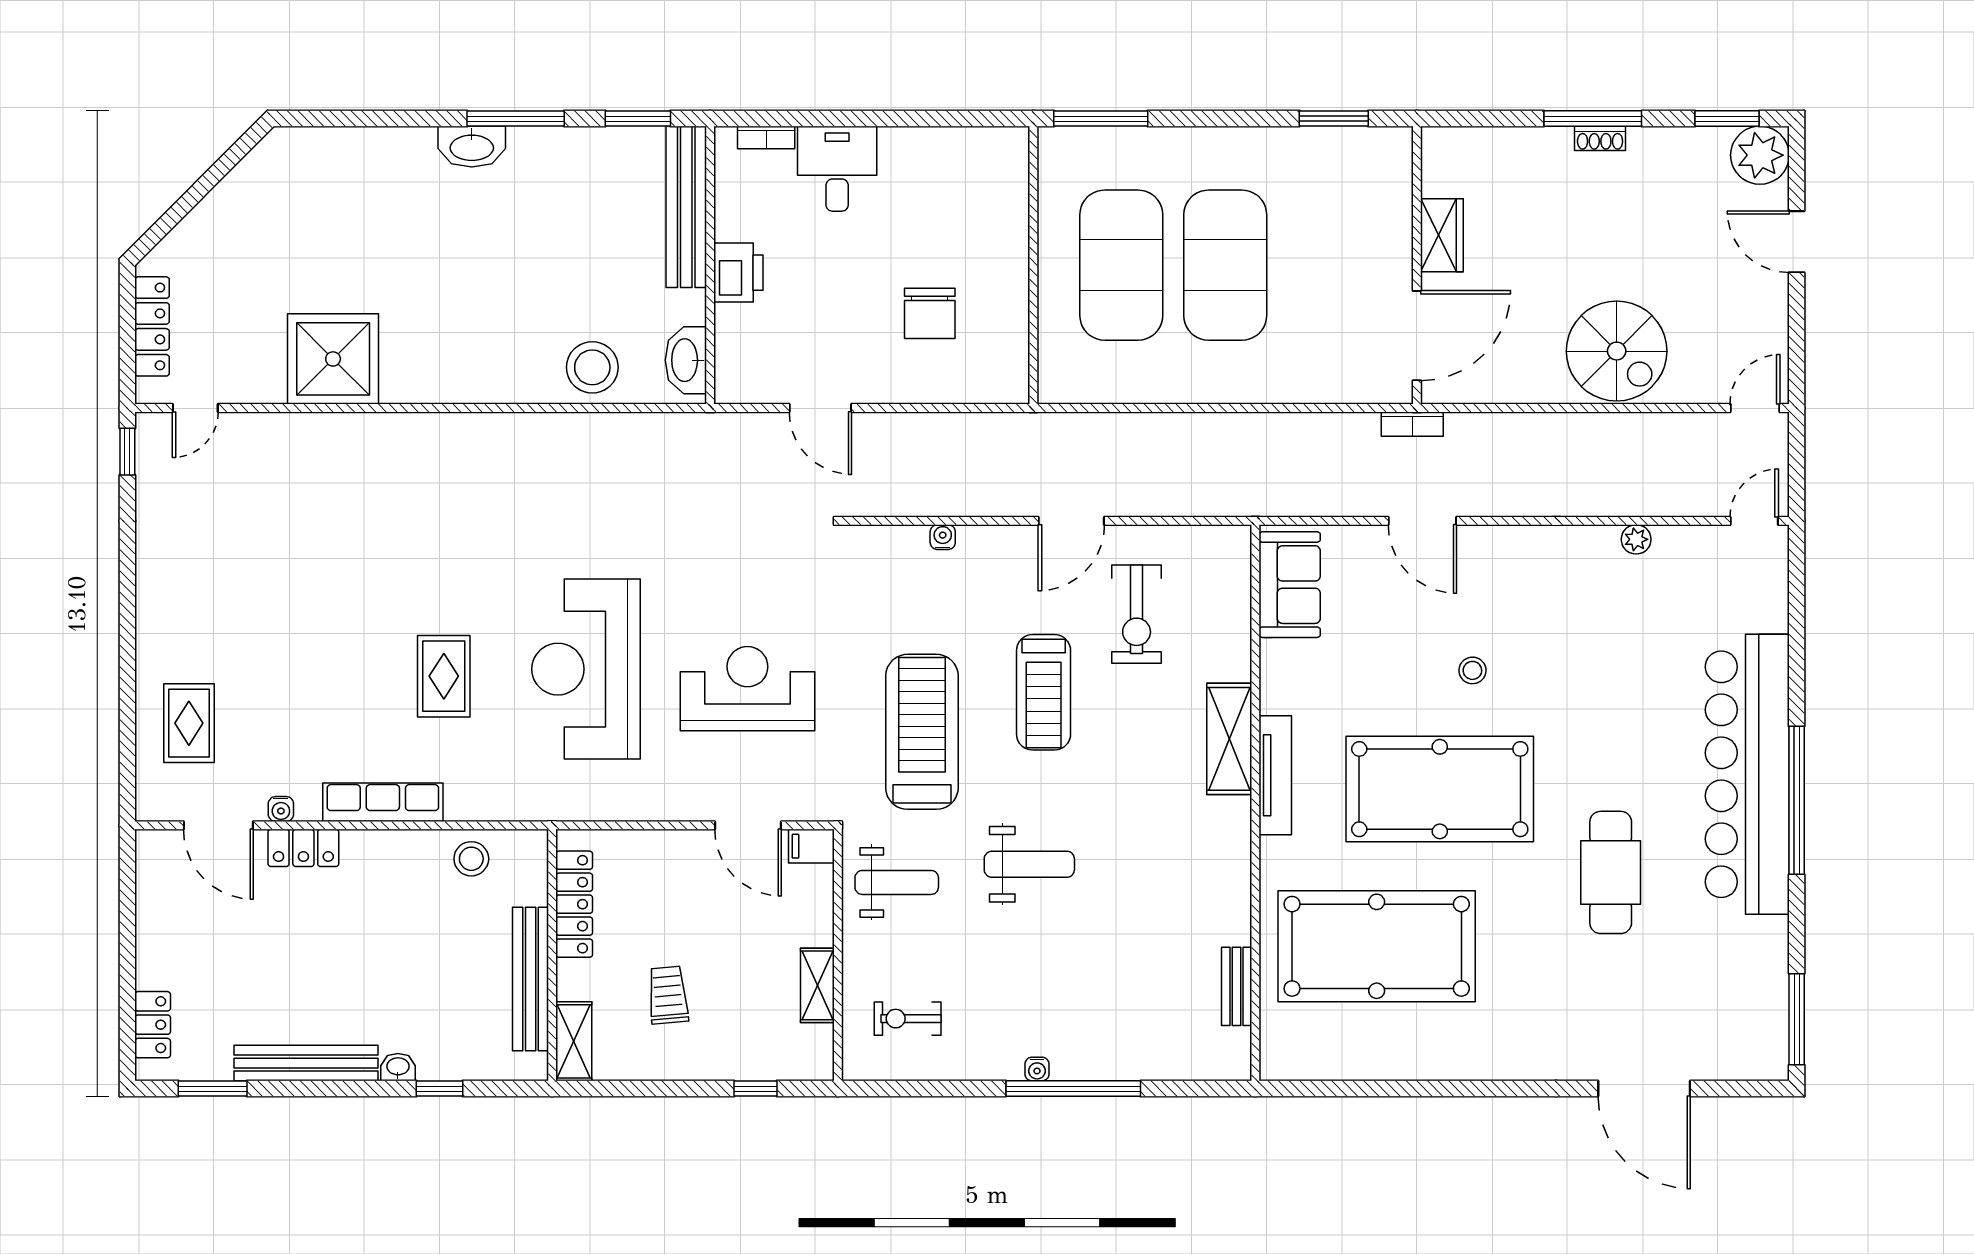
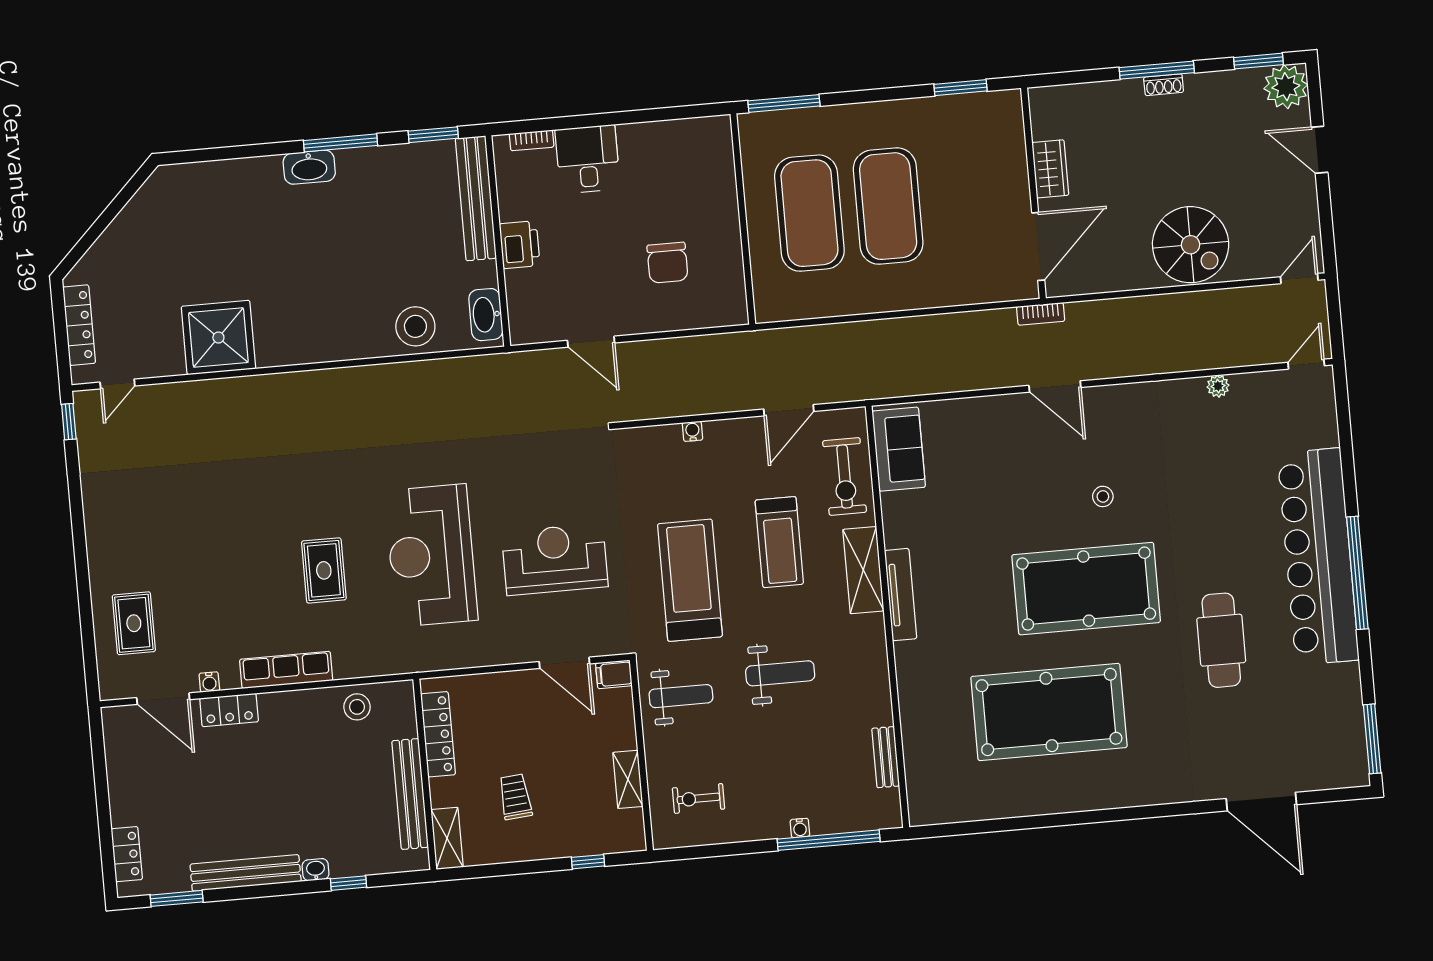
sofa: (1290, 585) -> (899, 449), moved
shelving: (1229, 739) -> (863, 570), moved
tv unit: (1275, 775) -> (901, 595), moved
wall: (1255, 803) -> (887, 617), moved
bench: (1237, 986) -> (886, 757), moved

